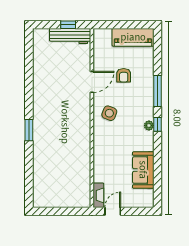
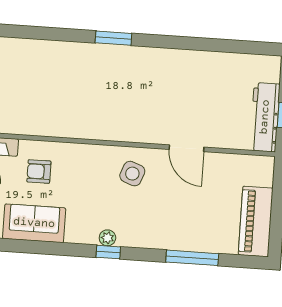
armchair: (124, 75) -> (39, 171), moved
window: (157, 91) -> (192, 258), moved

